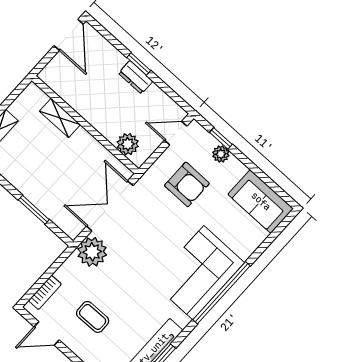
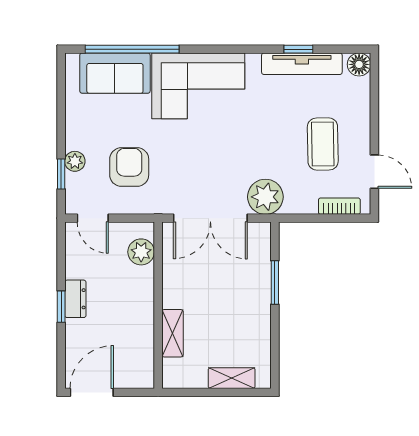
sofa: (261, 201) -> (115, 73), moved, turned 90
window: (221, 293) -> (132, 49), moved
coffee table: (93, 317) -> (323, 144), width x1.36, depth x1.30

